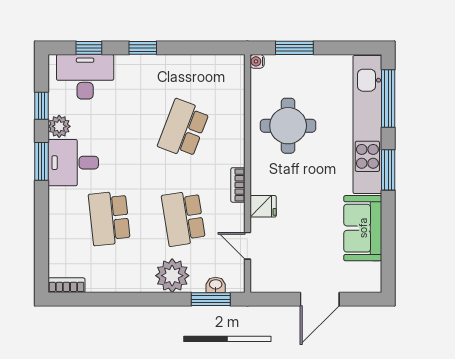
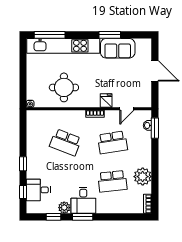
window: (294, 48) -> (23, 84), removed
desk: (85, 77) -> (38, 190), width x0.73
window: (388, 170) -> (110, 35), moved
plant: (172, 276) -> (143, 177), moved

